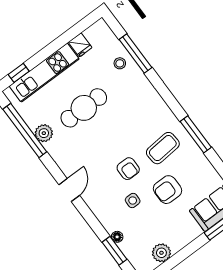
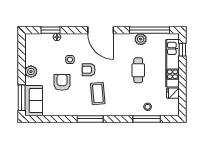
cafe table: (84, 108) -> (138, 70), width x0.73, depth x0.74
window: (196, 134) -> (90, 119), moved
coffee table: (163, 148) -> (98, 93), moved
door: (69, 190) -> (101, 30), width x1.88
plant: (161, 253) -> (31, 72), moved

